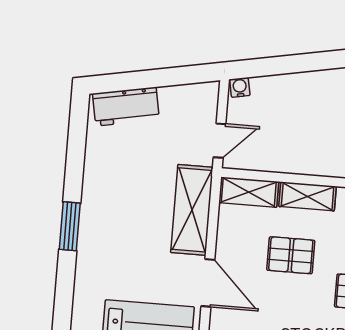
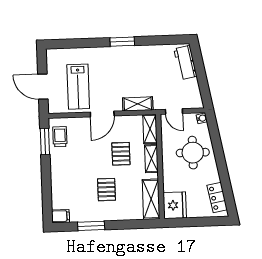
round table: (305, 113) -> (193, 153), added
shelving: (192, 210) -> (138, 104), width x0.67, depth x0.75

